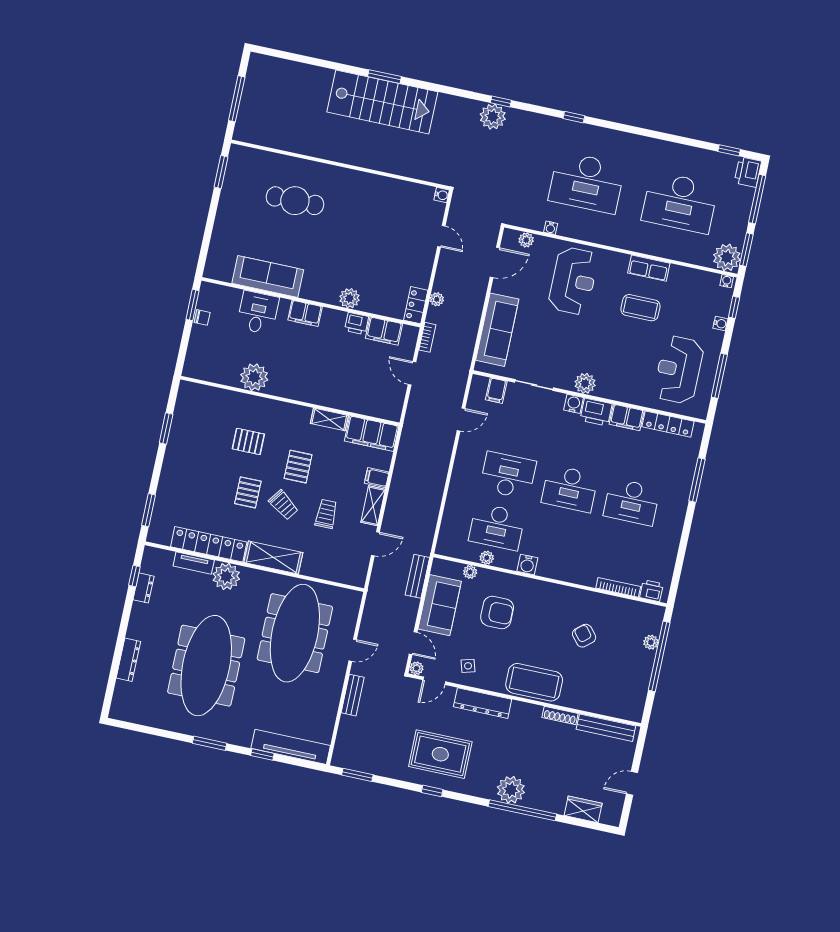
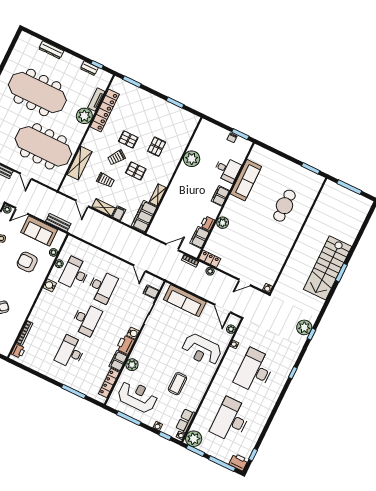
row of seats: (649, 268) -> (185, 421), moved
plant: (585, 383) -> (132, 365), moved
desk: (570, 489) -> (86, 319), turned 180
shelving: (273, 558) -> (80, 163), moved
armchair: (497, 612) -> (27, 262), turned 90

